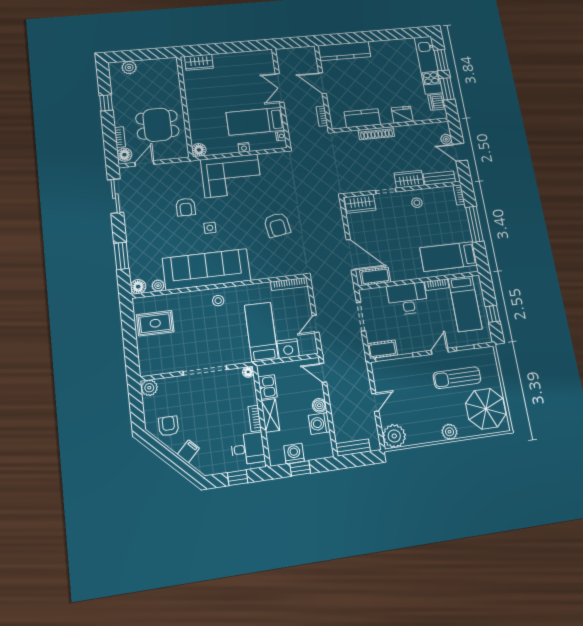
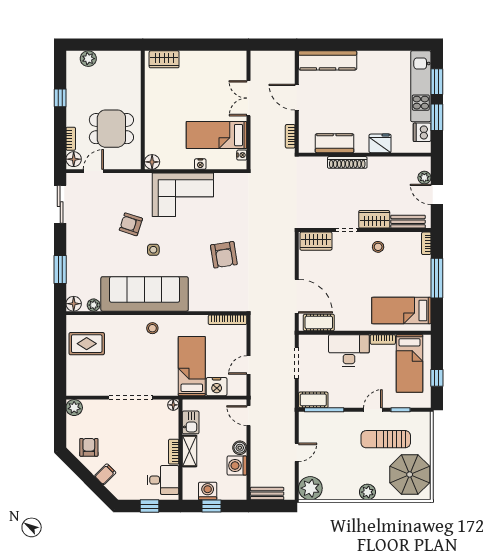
armchair: (186, 207) -> (131, 224), turned 108

